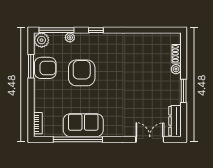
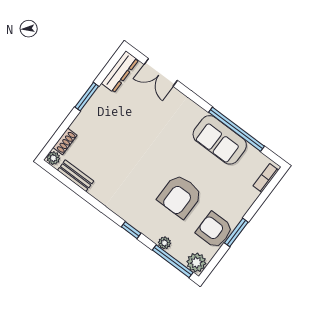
bench: (154, 38) -> (76, 176), added
window: (31, 66) -> (236, 232), moved
plant: (176, 69) -> (53, 158), moved

